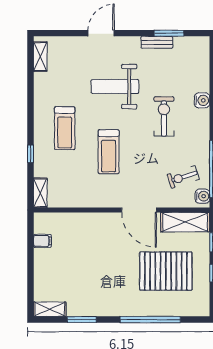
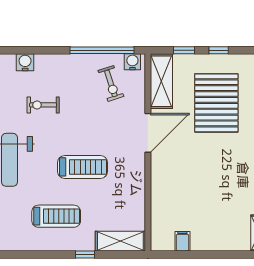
exercise bike: (164, 117) -> (43, 105), width x0.73, depth x0.72
shelving: (40, 193) -> (120, 241), width x1.50, depth x1.33

